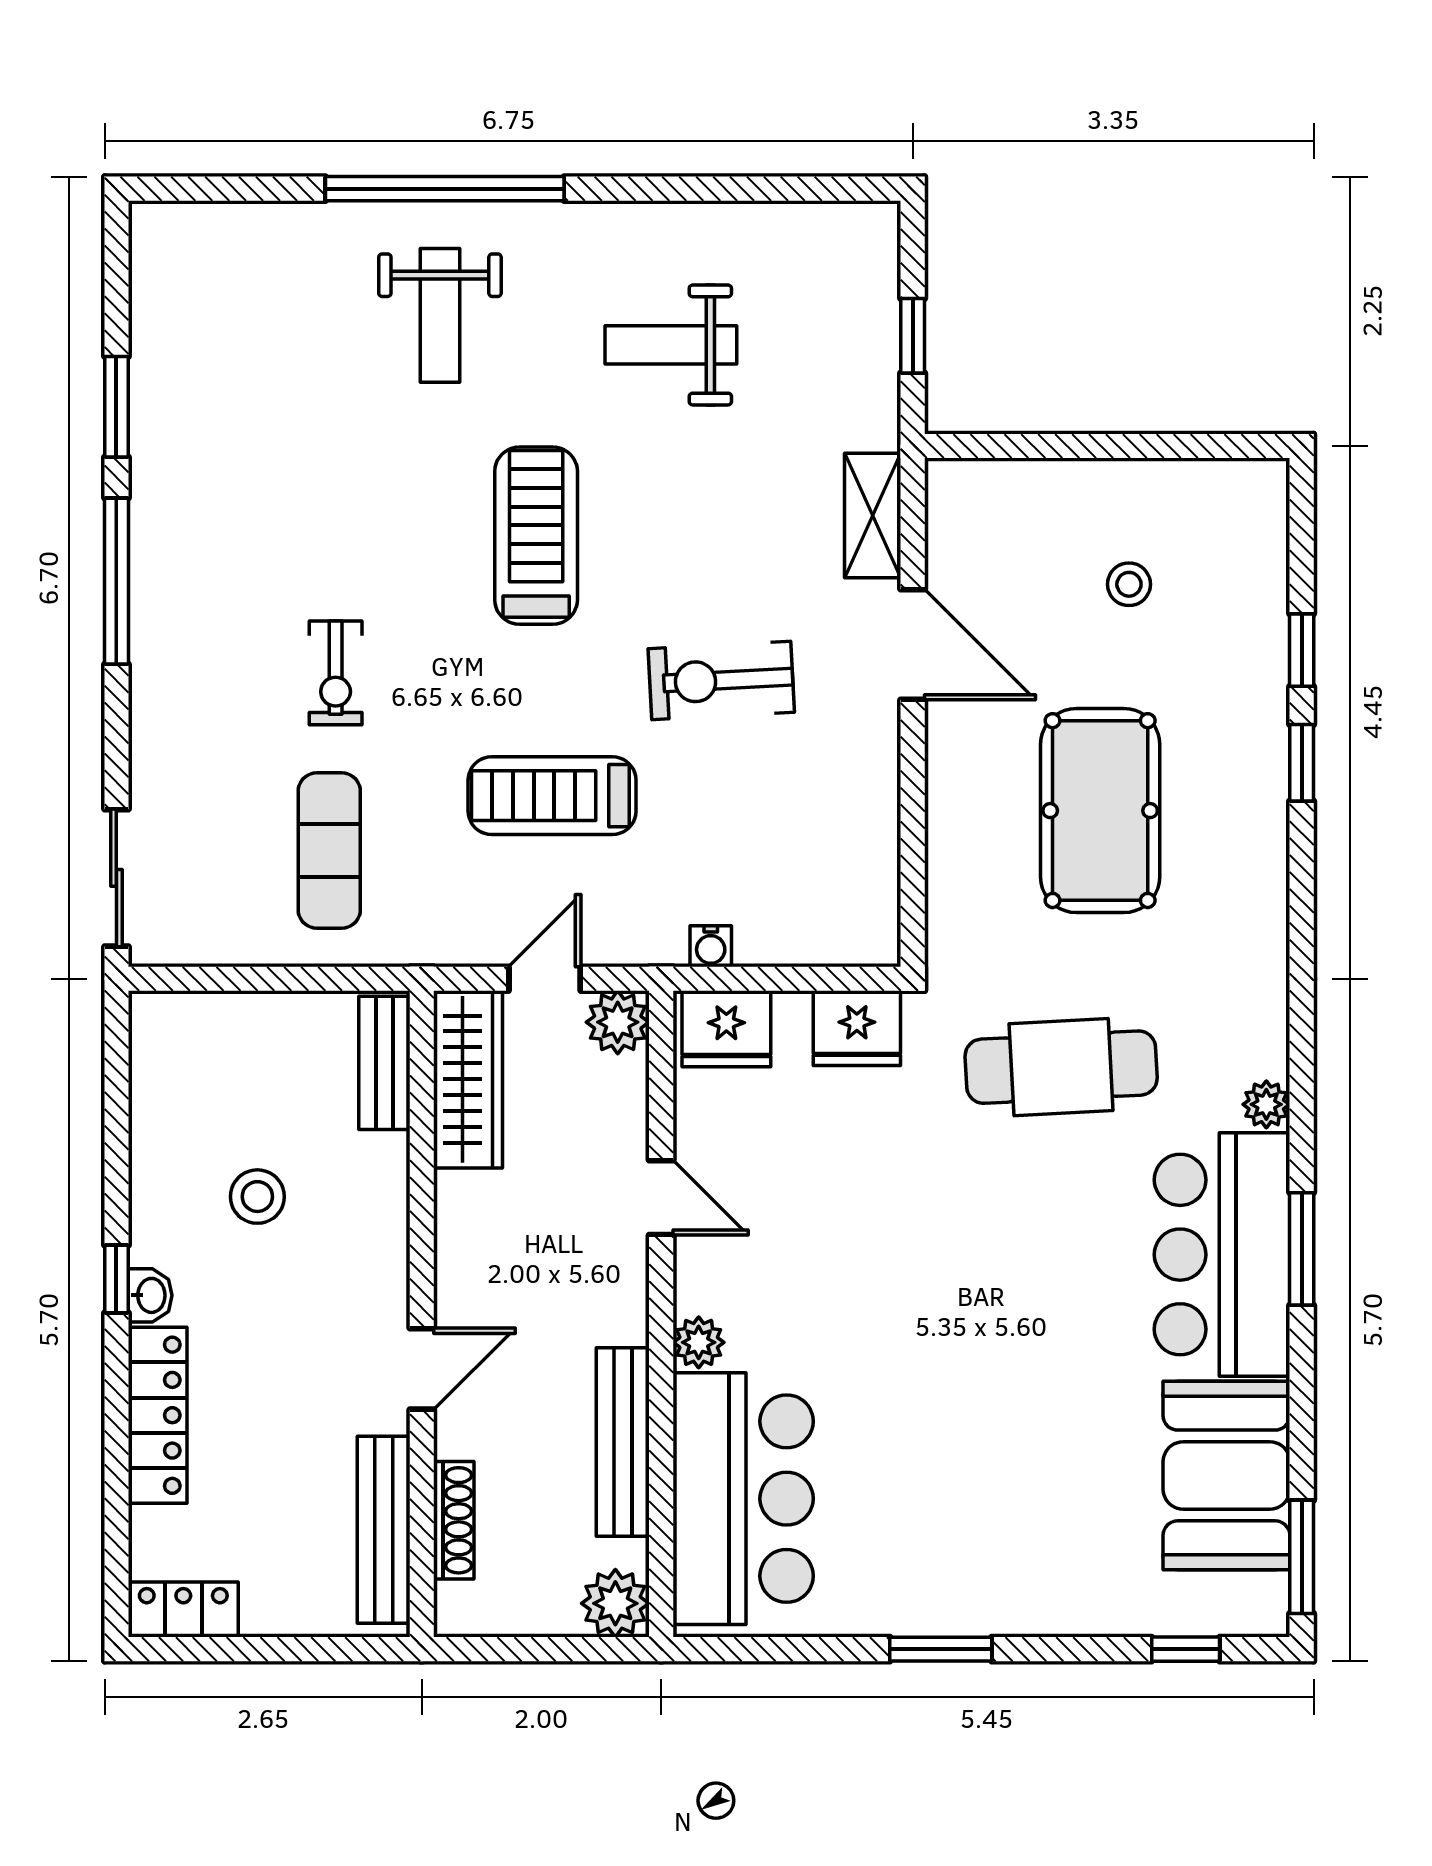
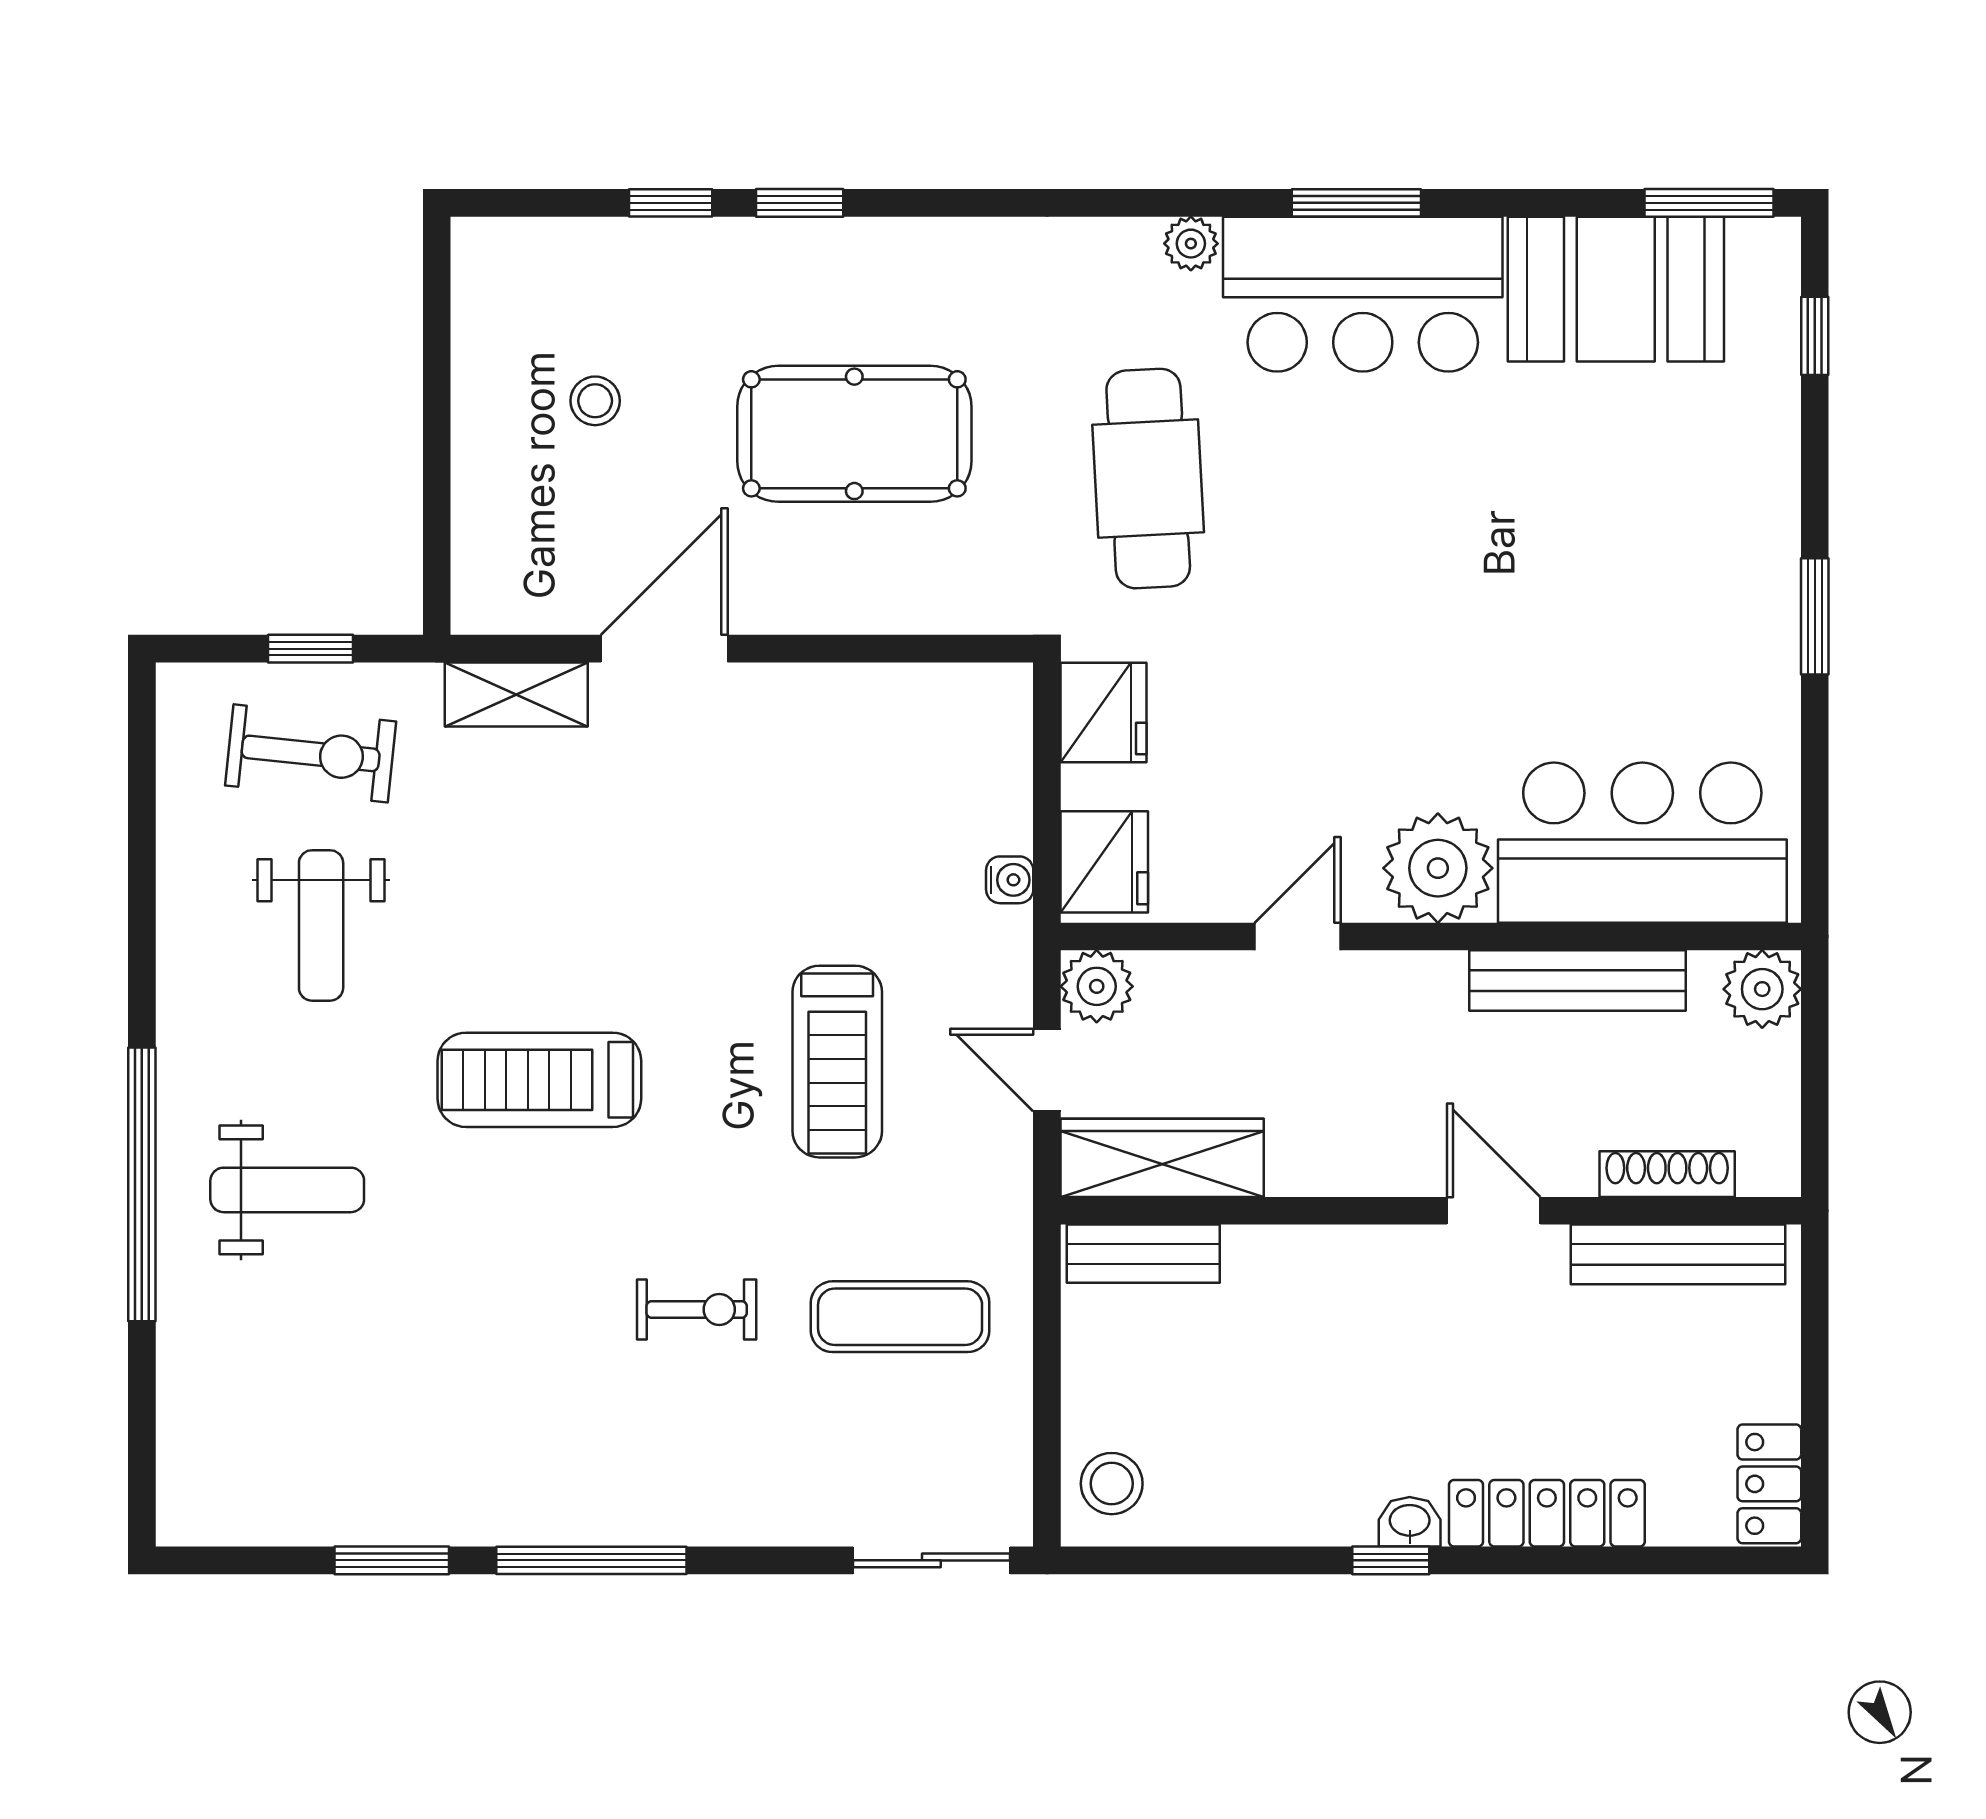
exercise bike: (721, 680) -> (311, 753), moved, turned -81
stool: (257, 1197) -> (1112, 1484), moved
plant: (699, 1342) -> (1438, 868), width x1.87, depth x1.87

